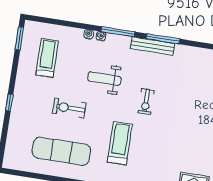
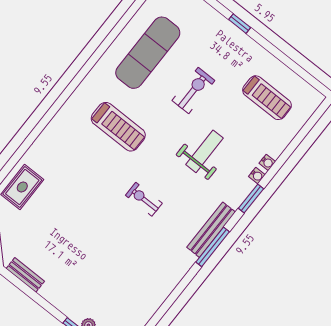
window: (118, 32) -> (251, 198), width x0.69
window: (19, 38) -> (308, 78), removed
exercise bike: (146, 102) -> (144, 199), moved

